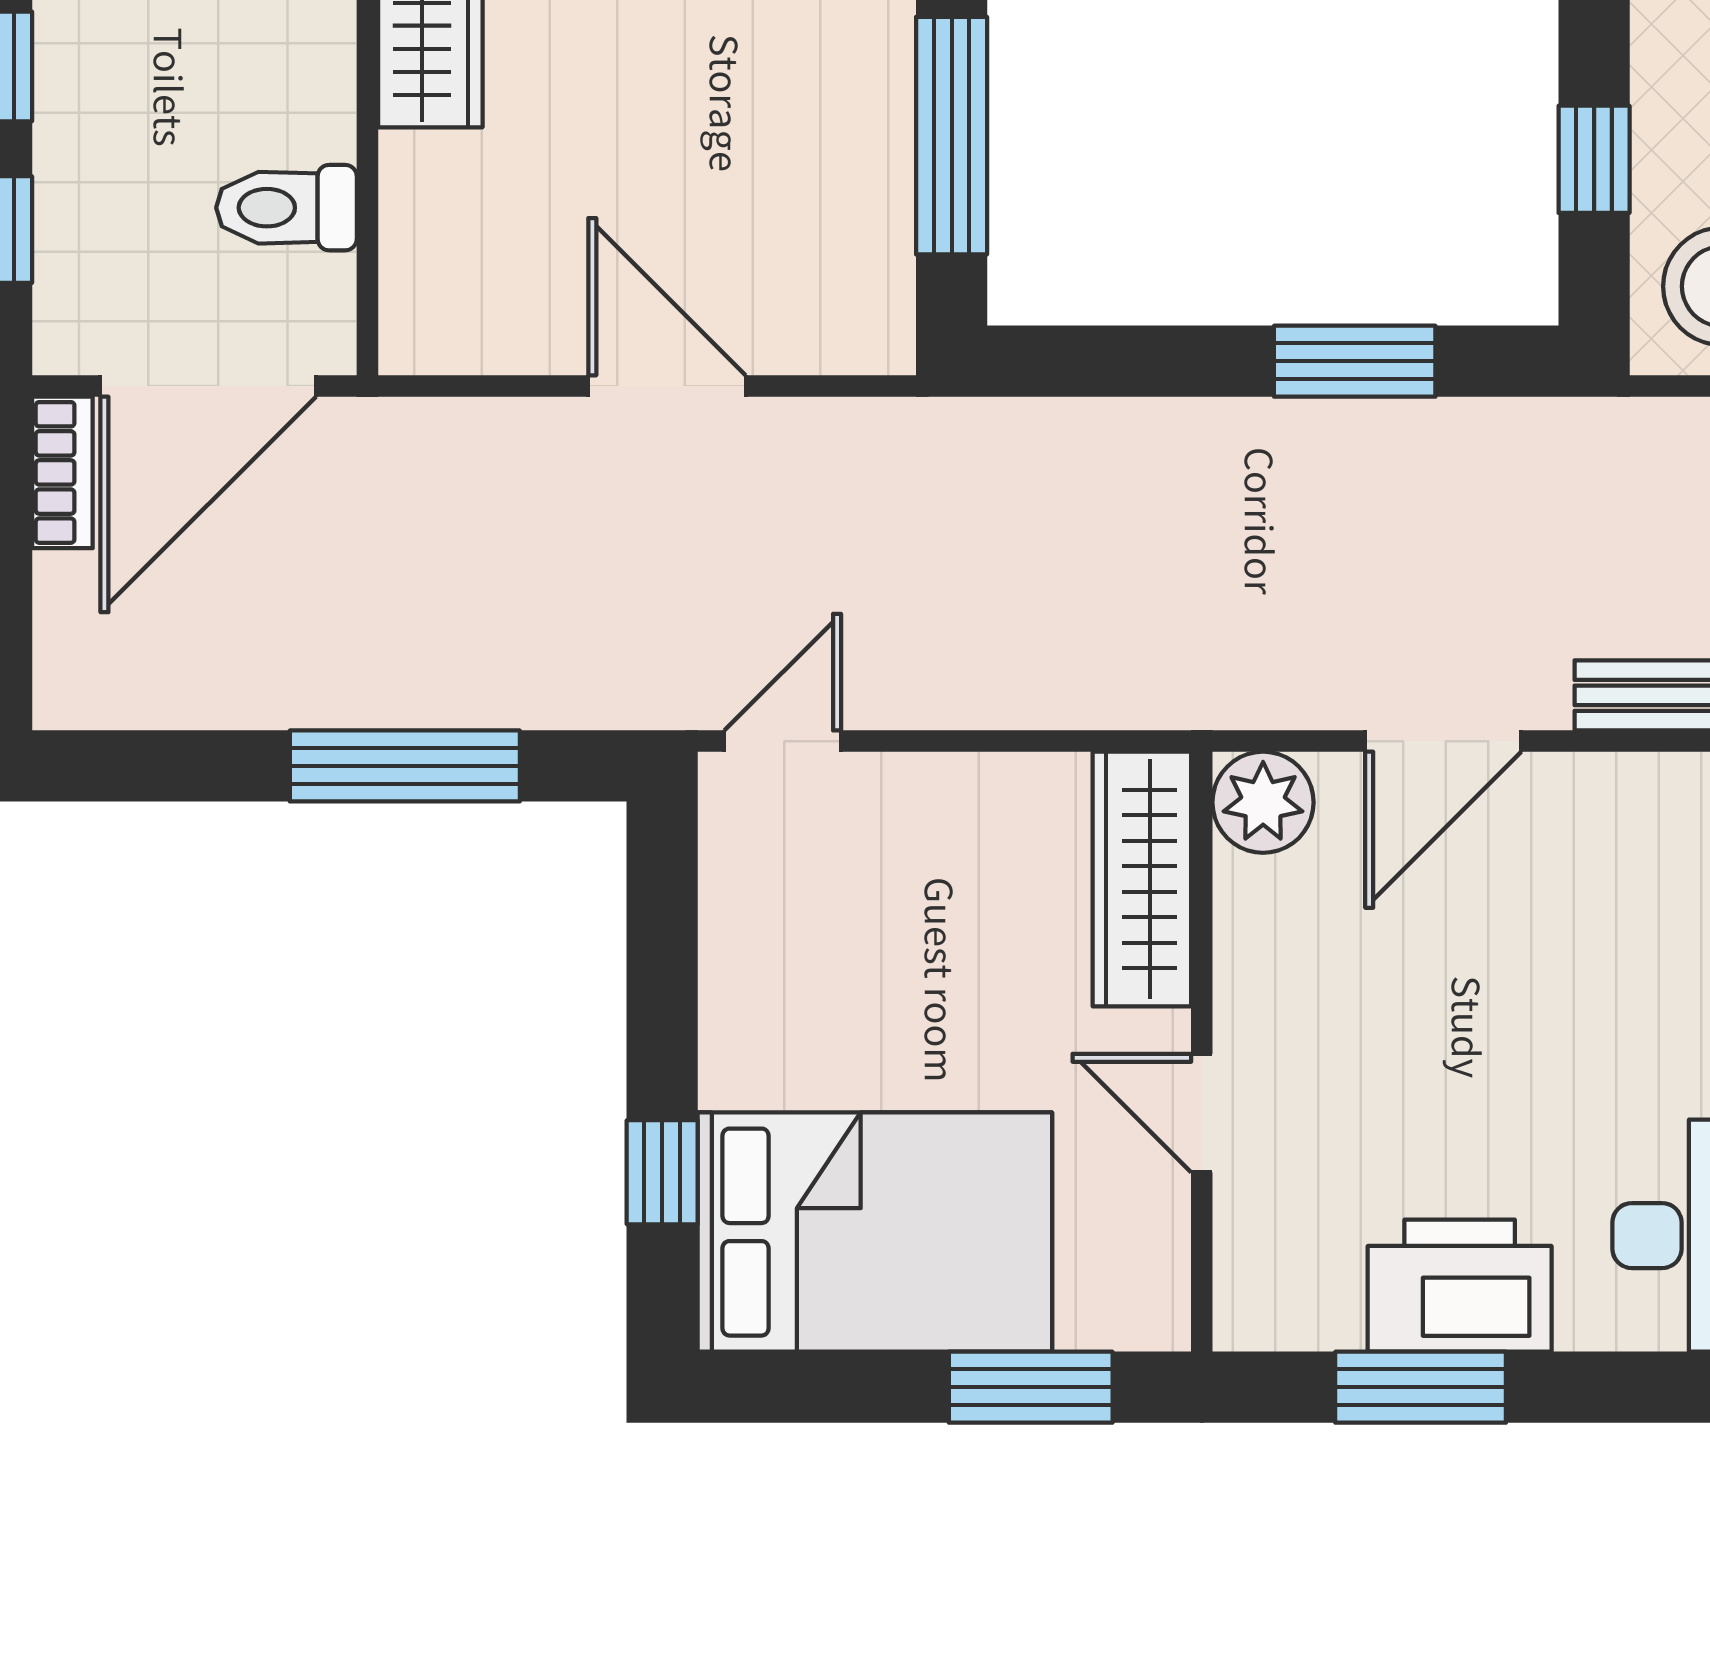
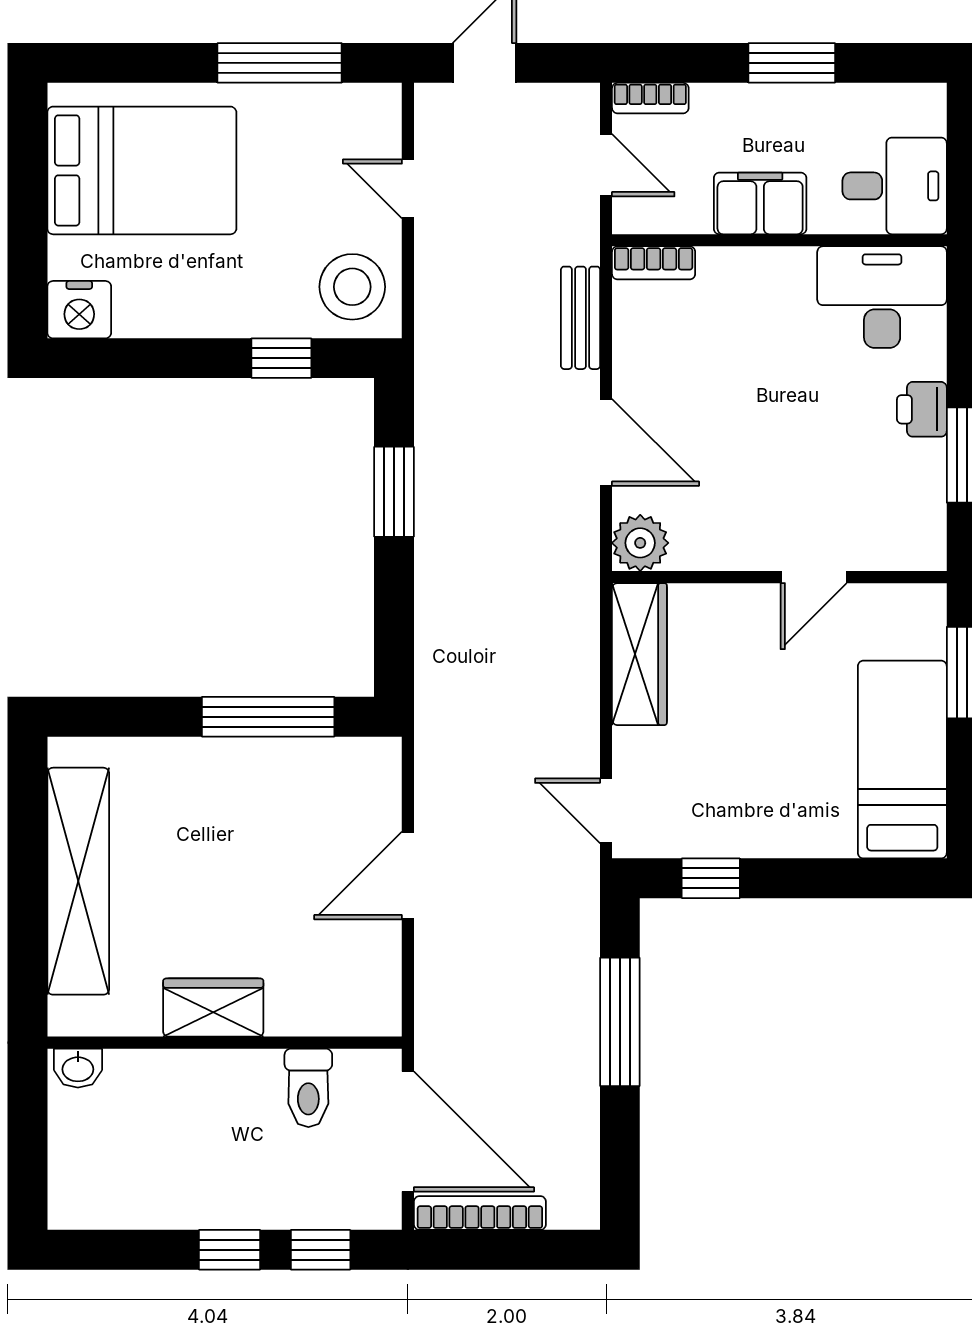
bookcase: (62, 472) -> (480, 1213), width x1.56
wardrobe: (1142, 879) -> (639, 654), moved, turned -90
window: (662, 1172) -> (711, 878), moved
bed: (875, 1232) -> (902, 760), width x0.67
printer: (1460, 1286) -> (922, 409), width x0.53, depth x0.68

